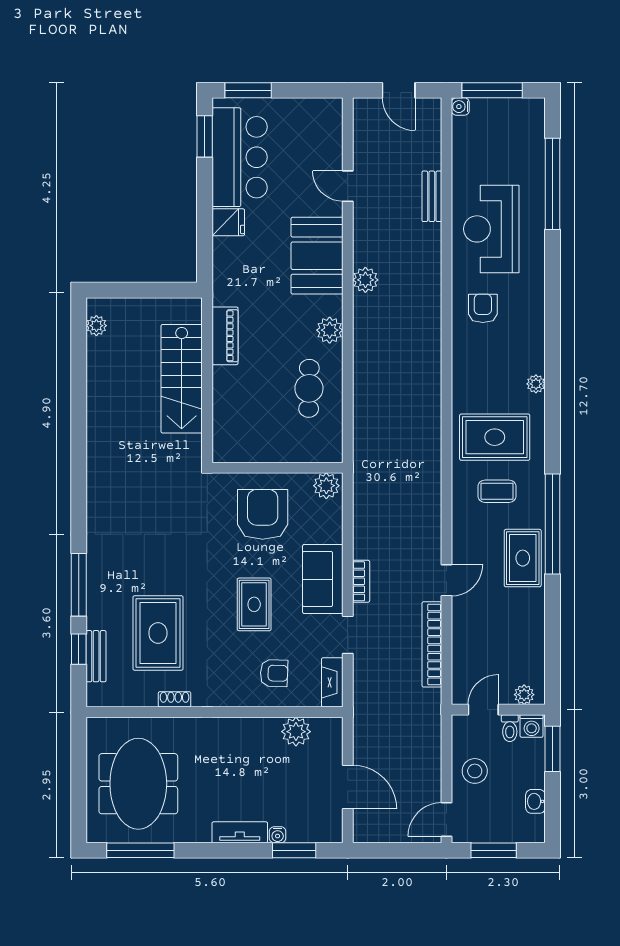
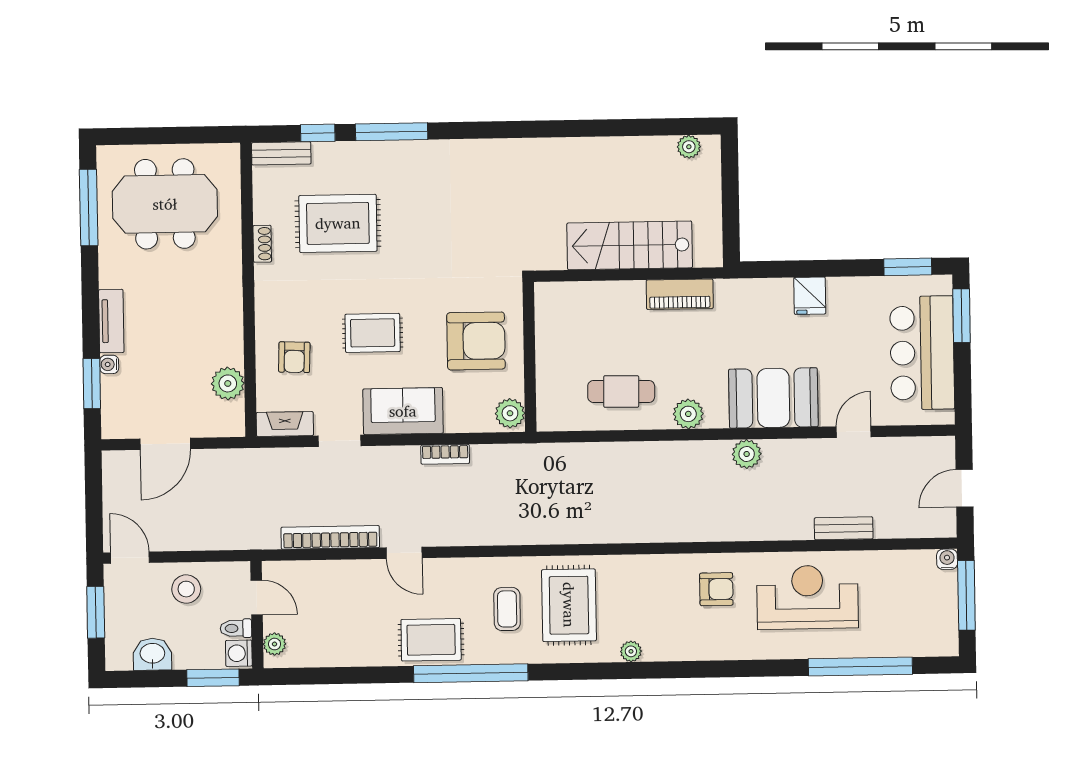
bar counter: (240, 157) -> (922, 353), moved, turned 90
bookcase: (361, 581) -> (445, 454), moved
bench: (96, 656) -> (281, 153), moved
washbasin: (535, 801) -> (152, 654), width x1.38, depth x1.45

